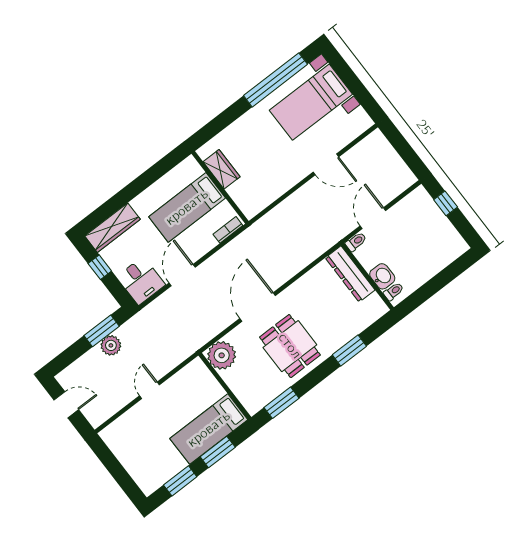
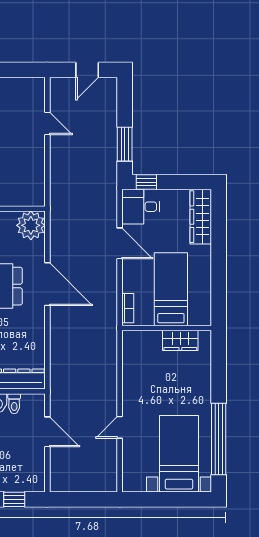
door: (326, 164) -> (120, 427), width x0.73
toilet: (356, 242) -> (14, 404), moved
window: (100, 267) -> (146, 182), moved
plant: (111, 345) -> (107, 143), removed
door: (149, 390) -> (47, 124), moved

